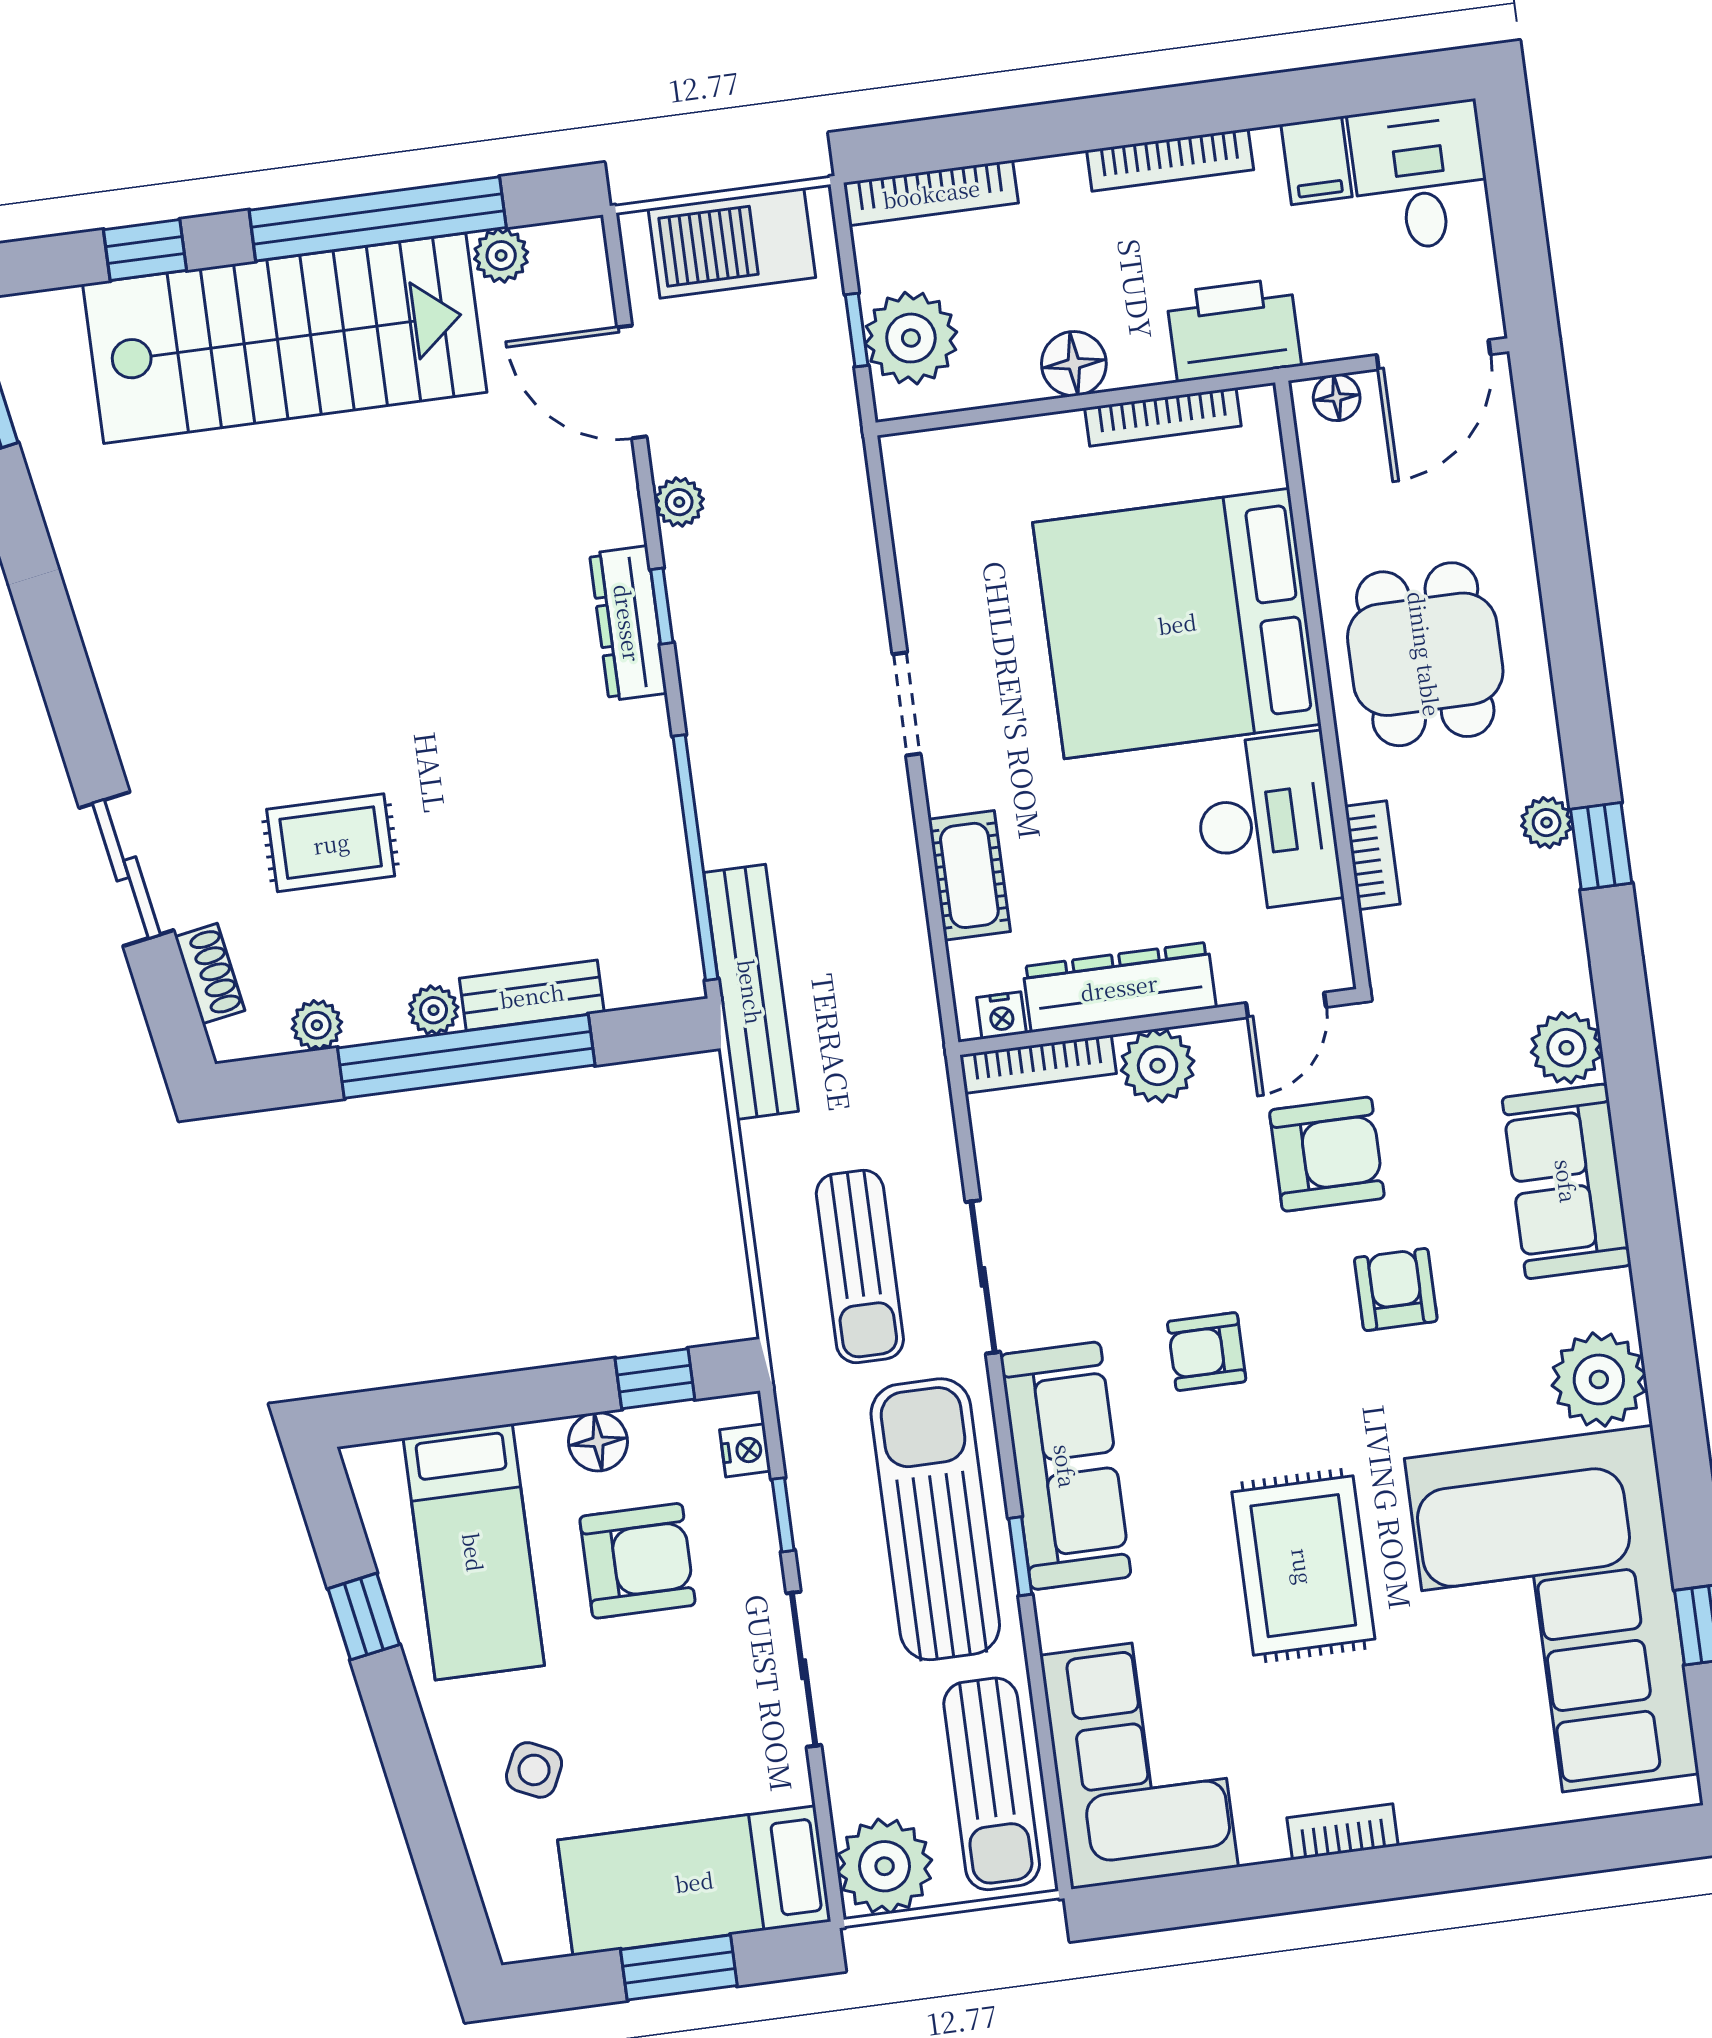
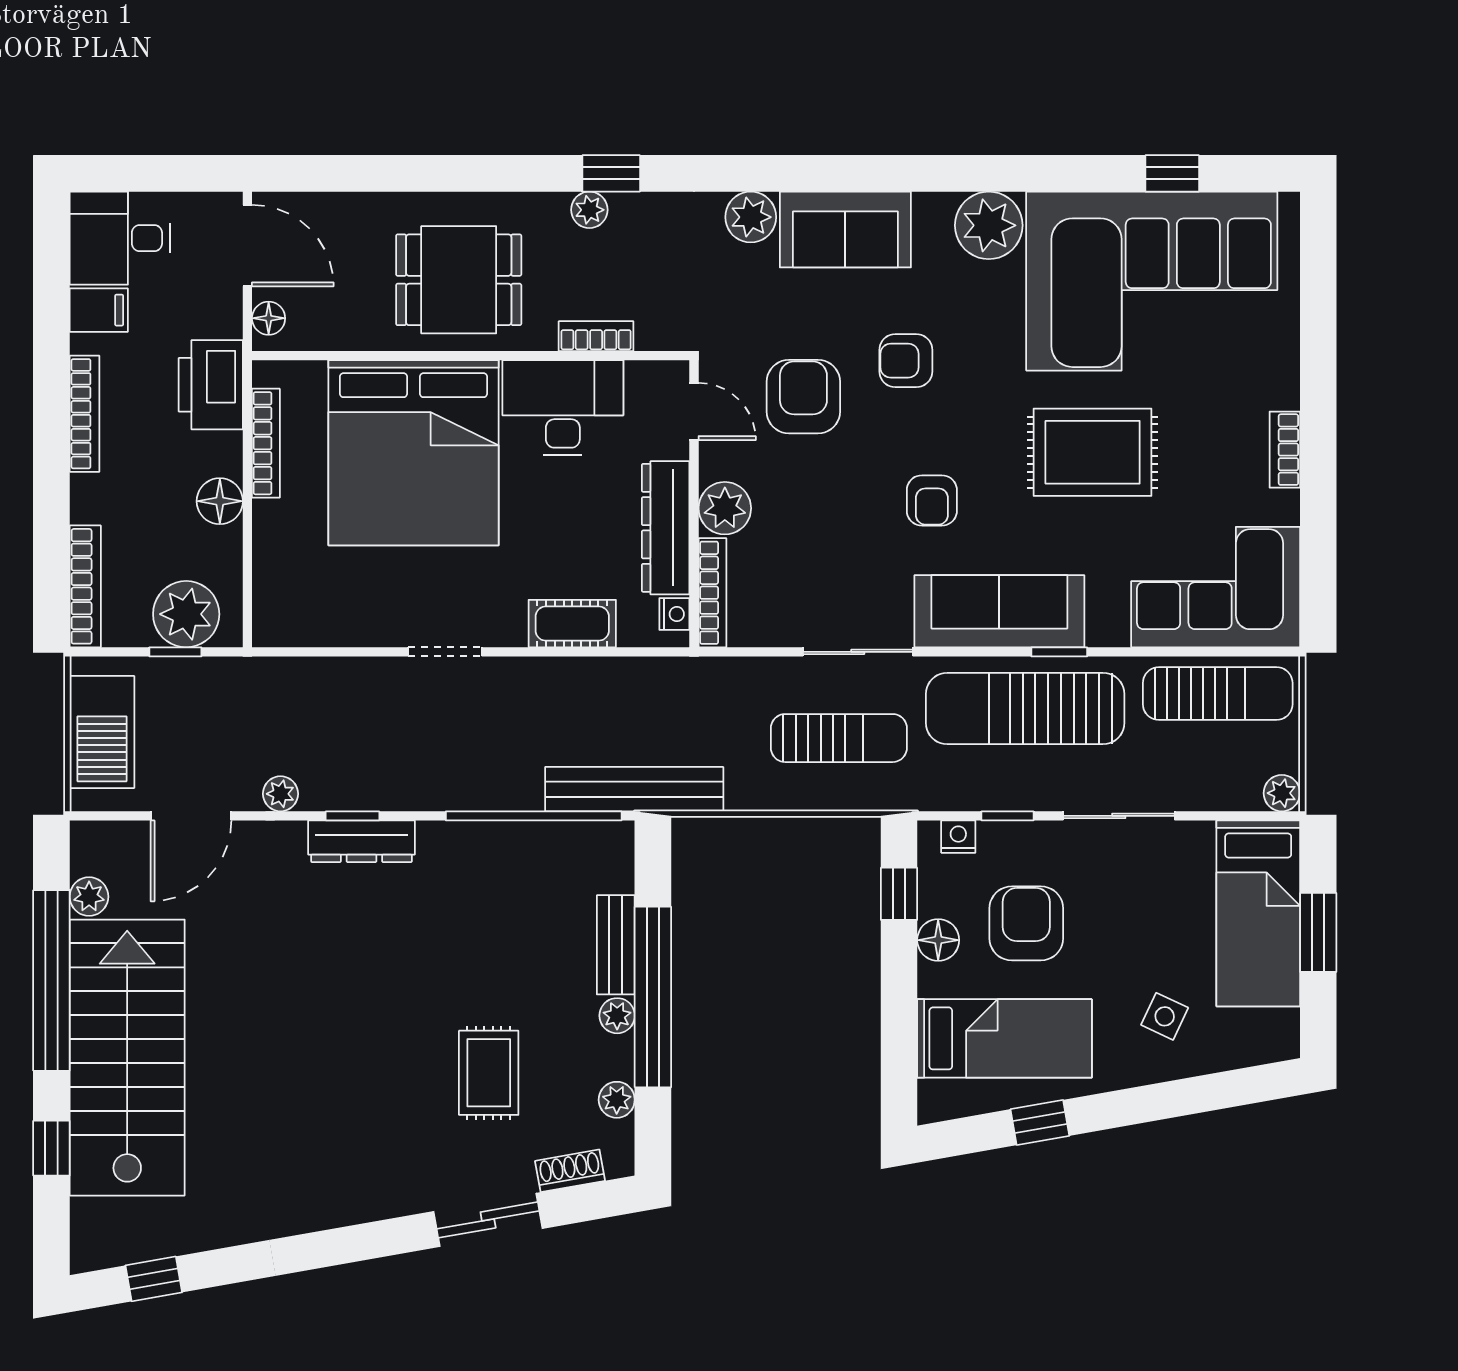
plant: (885, 1866) -> (1282, 793), width x0.53, depth x0.53

